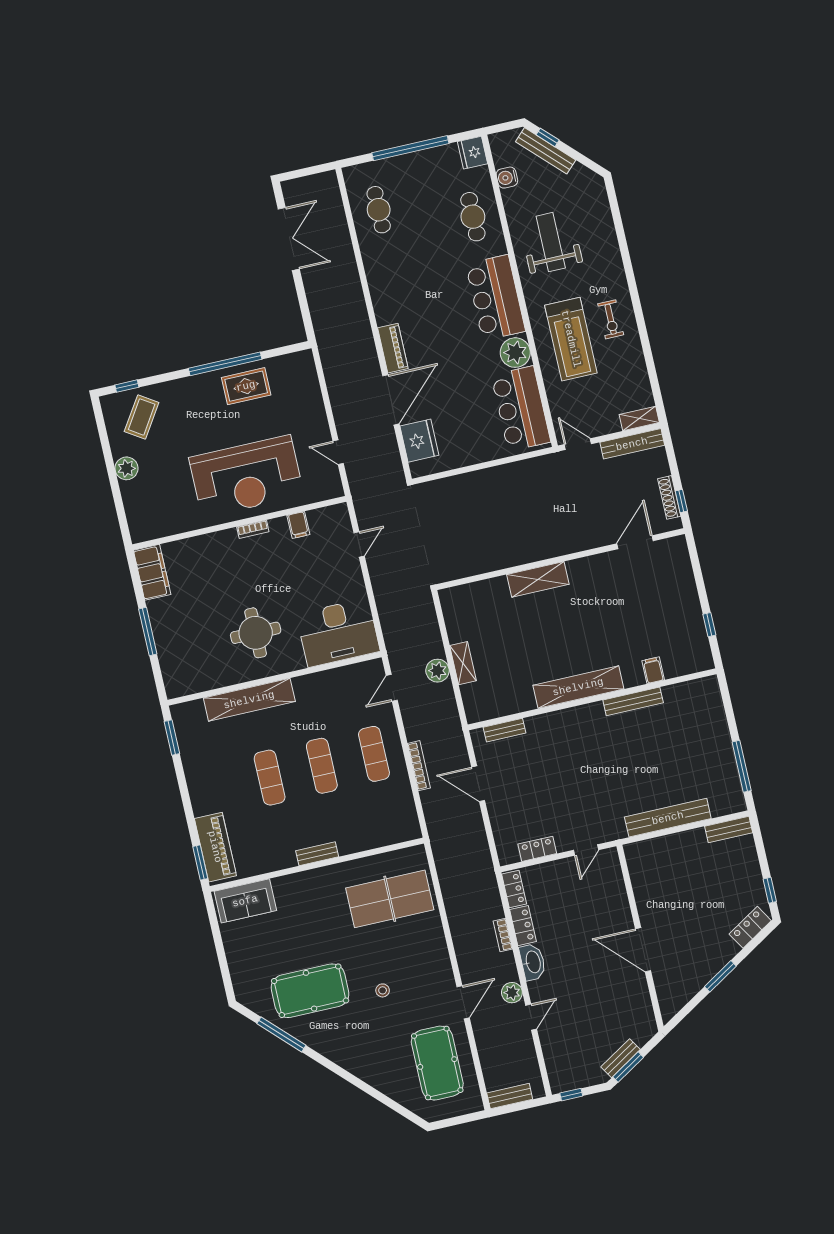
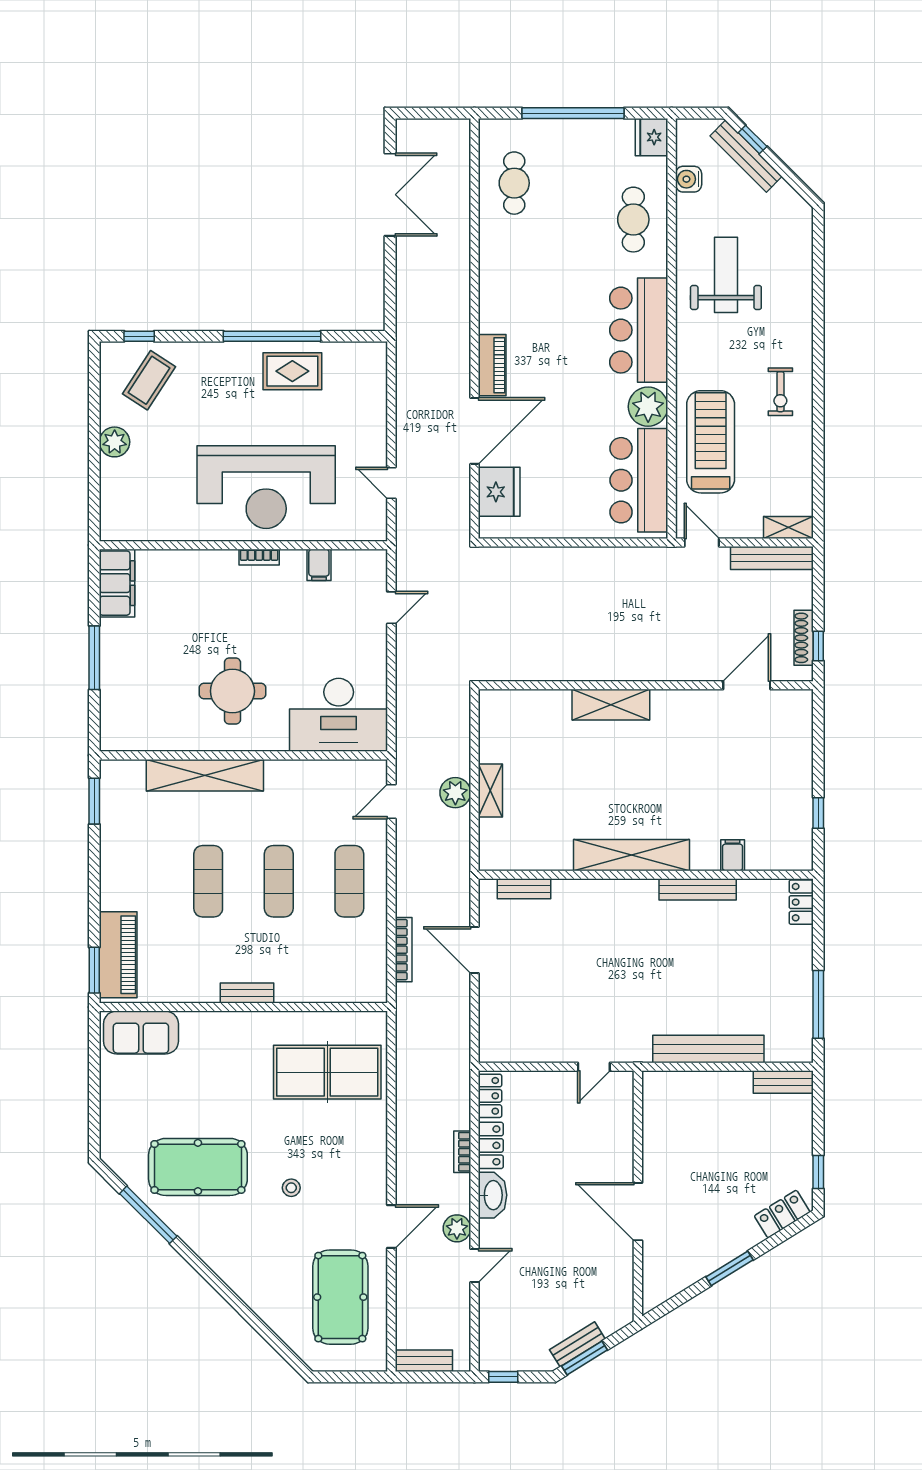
treadmill: (571, 339) -> (711, 442), moved, turned 180
bookcase: (419, 766) -> (404, 950), moved
locker: (537, 849) -> (801, 902), moved, turned -90

